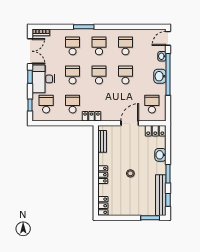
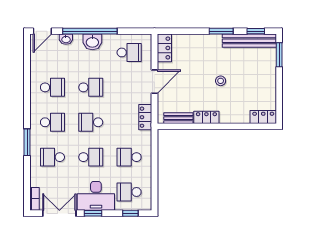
door: (168, 38) -> (42, 31), hinge flipped
school desk: (99, 46) -> (52, 122), turned 180
school desk: (125, 46) -> (52, 87), turned 180
school desk: (73, 75) -> (91, 157), turned 180
school desk: (125, 75) -> (91, 87), turned 180
school desk: (152, 104) -> (129, 52), turned 180
locker: (91, 116) -> (145, 117), moved
door: (130, 123) -> (154, 82), swing flipped
washbasin: (160, 155) -> (196, 41), removed
locker: (103, 175) -> (206, 117), moved

